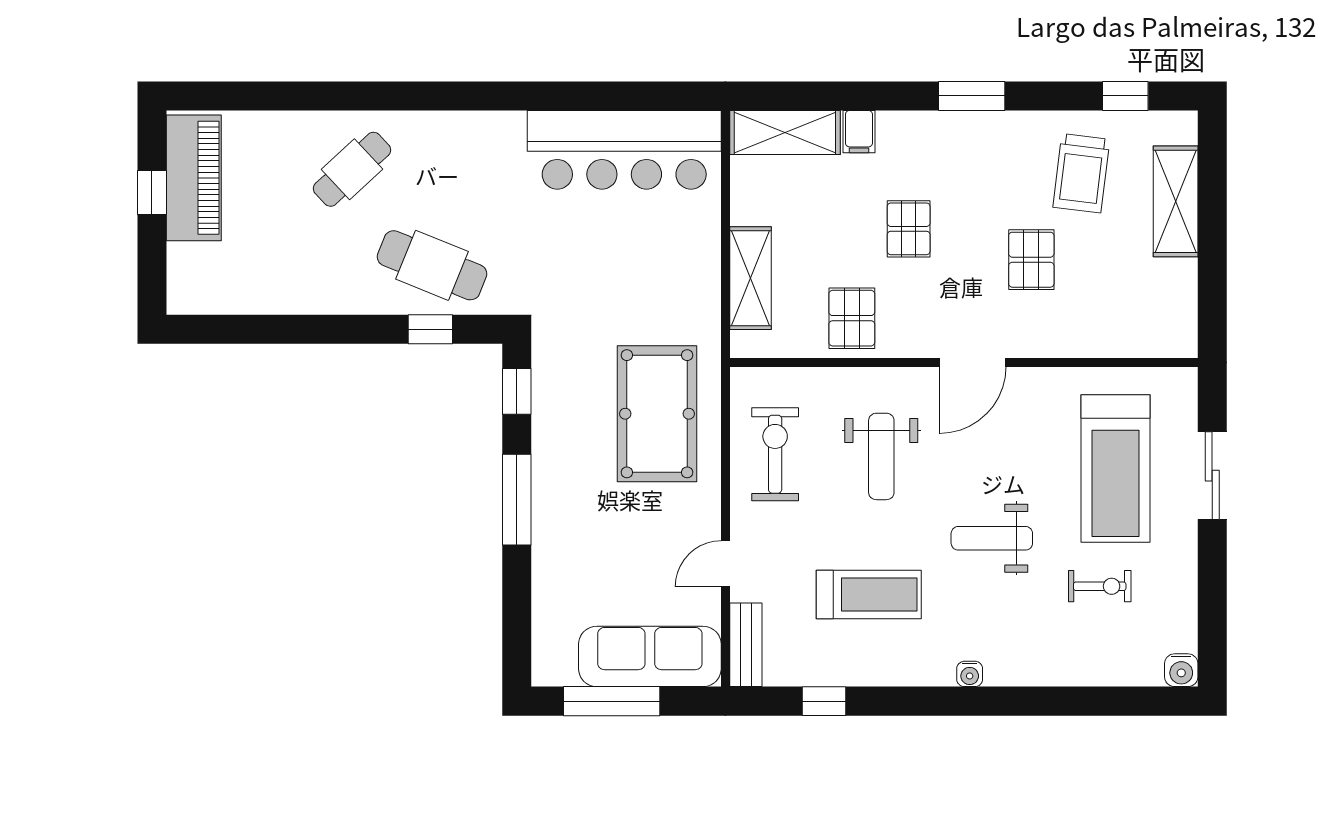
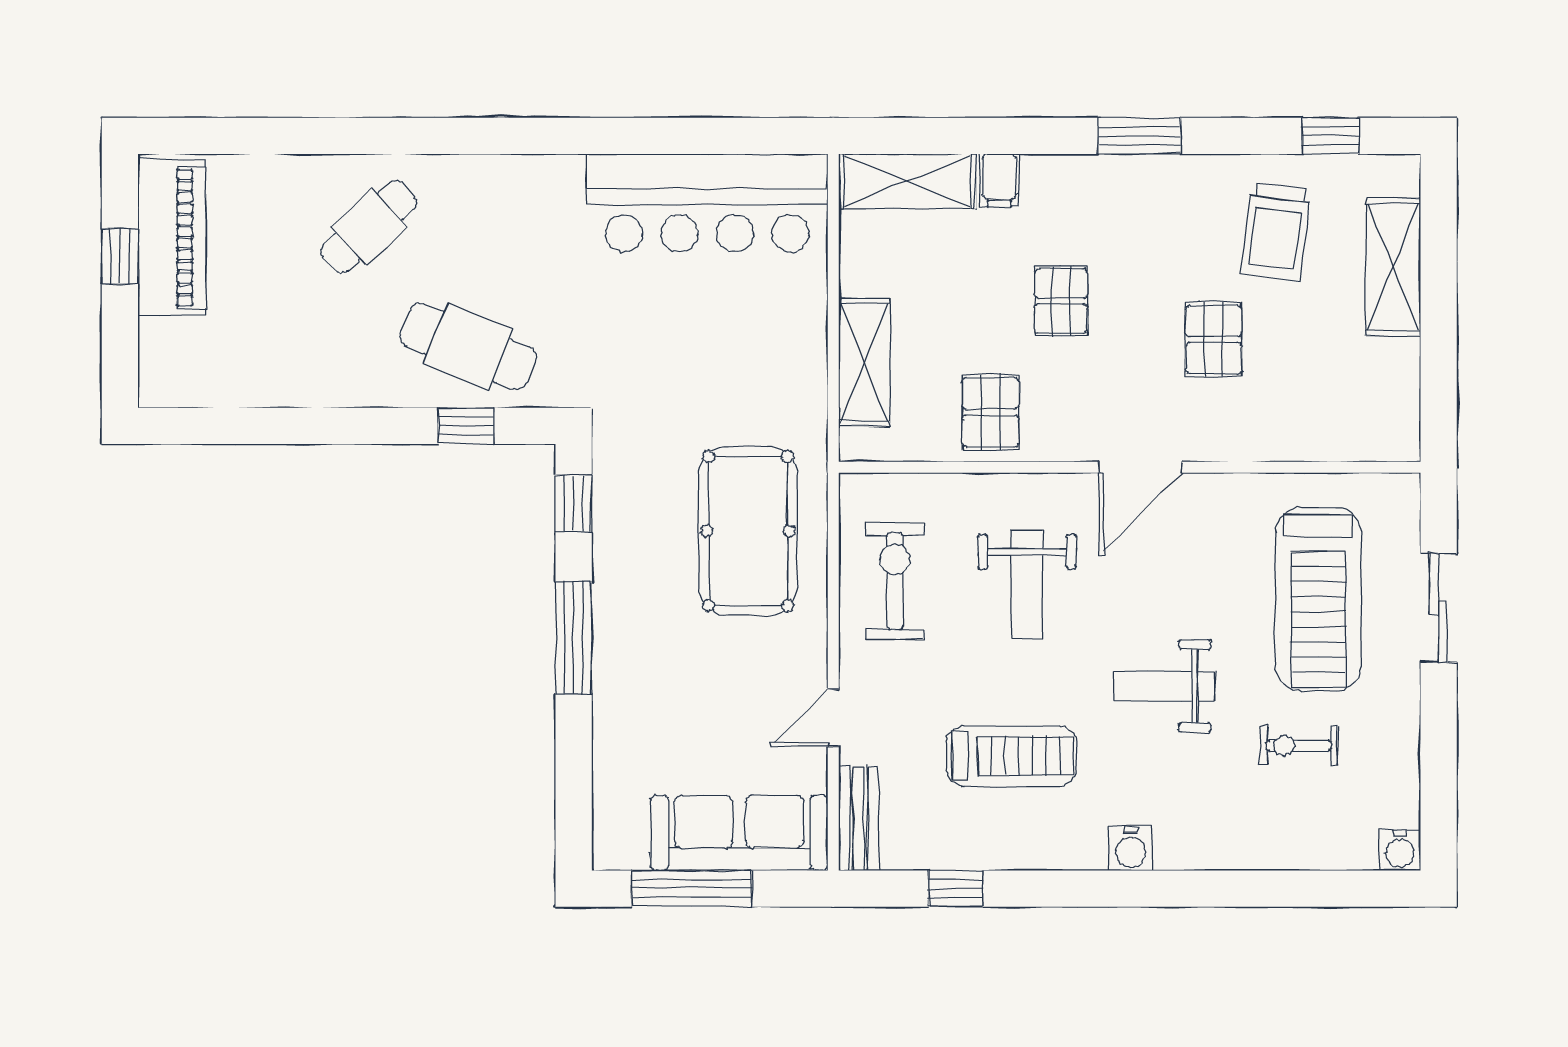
exercise bike: (1100, 586) -> (1299, 746), turned 180
water cooler: (970, 674) -> (1131, 849), width x1.38, depth x1.38

